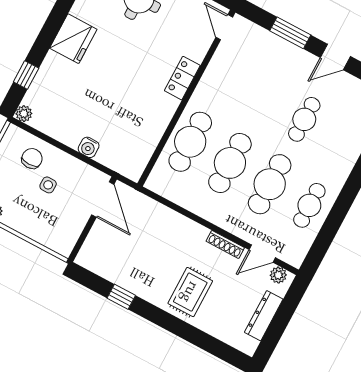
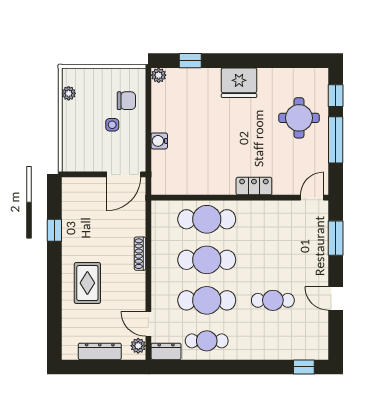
window: (290, 33) -> (336, 238), moved
shoe rack: (225, 244) -> (140, 254), moved
dresser: (298, 251) -> (166, 351), added
rug: (190, 292) -> (87, 283), turned 90

